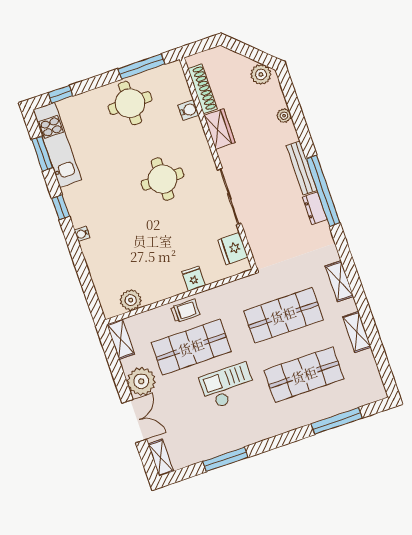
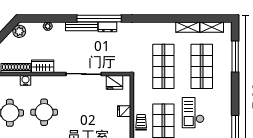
round table: (163, 179) -> (44, 112), moved
shelving: (339, 281) -> (212, 27), moved

